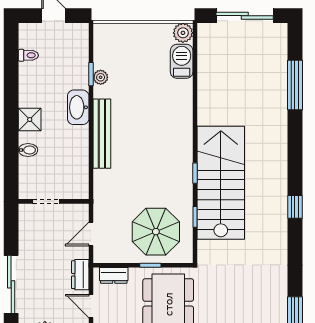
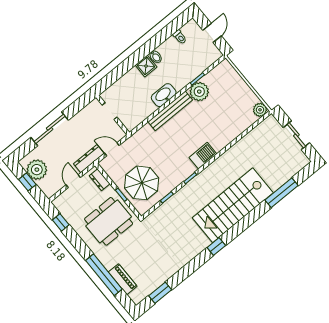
sliding door: (245, 16) -> (296, 135), width x0.73
barbecue: (182, 61) -> (203, 156), moved
plant: (101, 77) -> (199, 92), width x1.87, depth x1.87
washbasin: (78, 107) -> (164, 95), moved
bidet: (28, 150) -> (156, 57), moved
stairs: (221, 183) -> (233, 205), moved, turned 180
dresser: (80, 275) -> (89, 159), width x1.44

